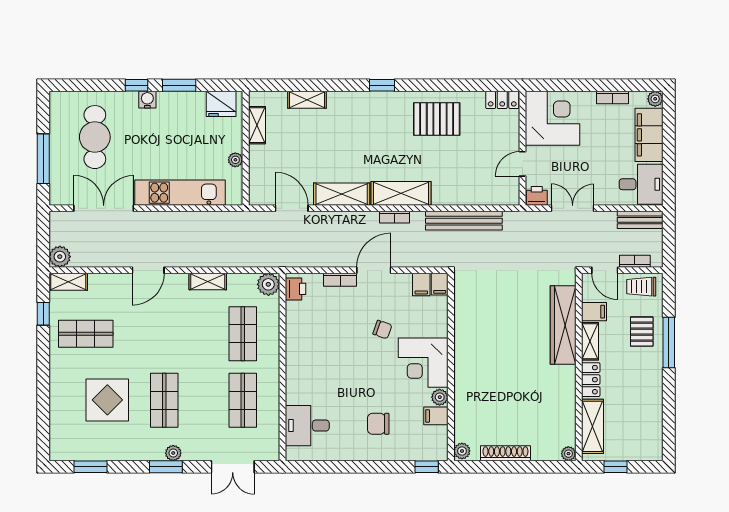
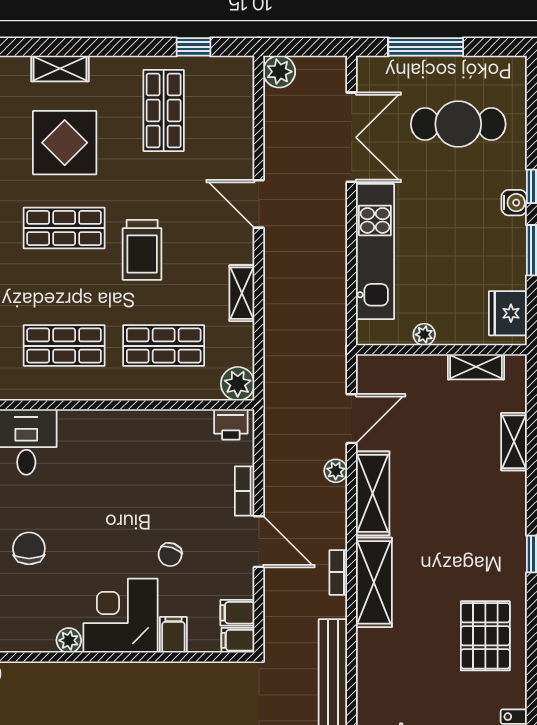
plant: (326, 219) -> (336, 471), added
shelving: (68, 282) -> (60, 68), moved, turned 90
trolley: (179, 348) -> (142, 250), added
filing cabinet: (436, 416) -> (173, 635), moved

